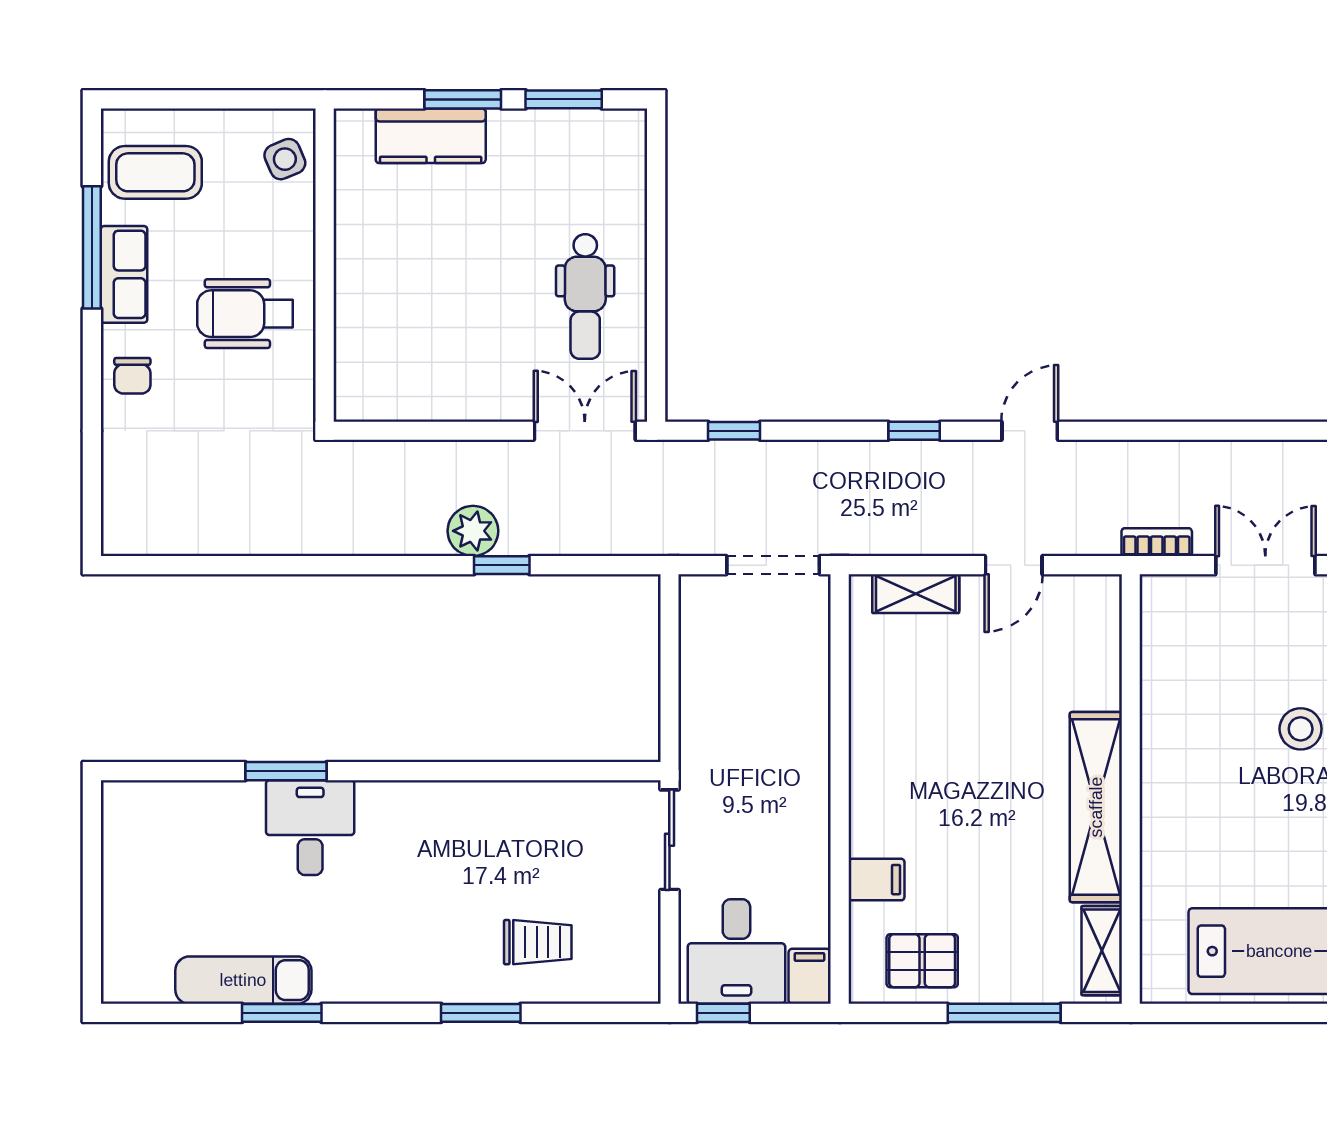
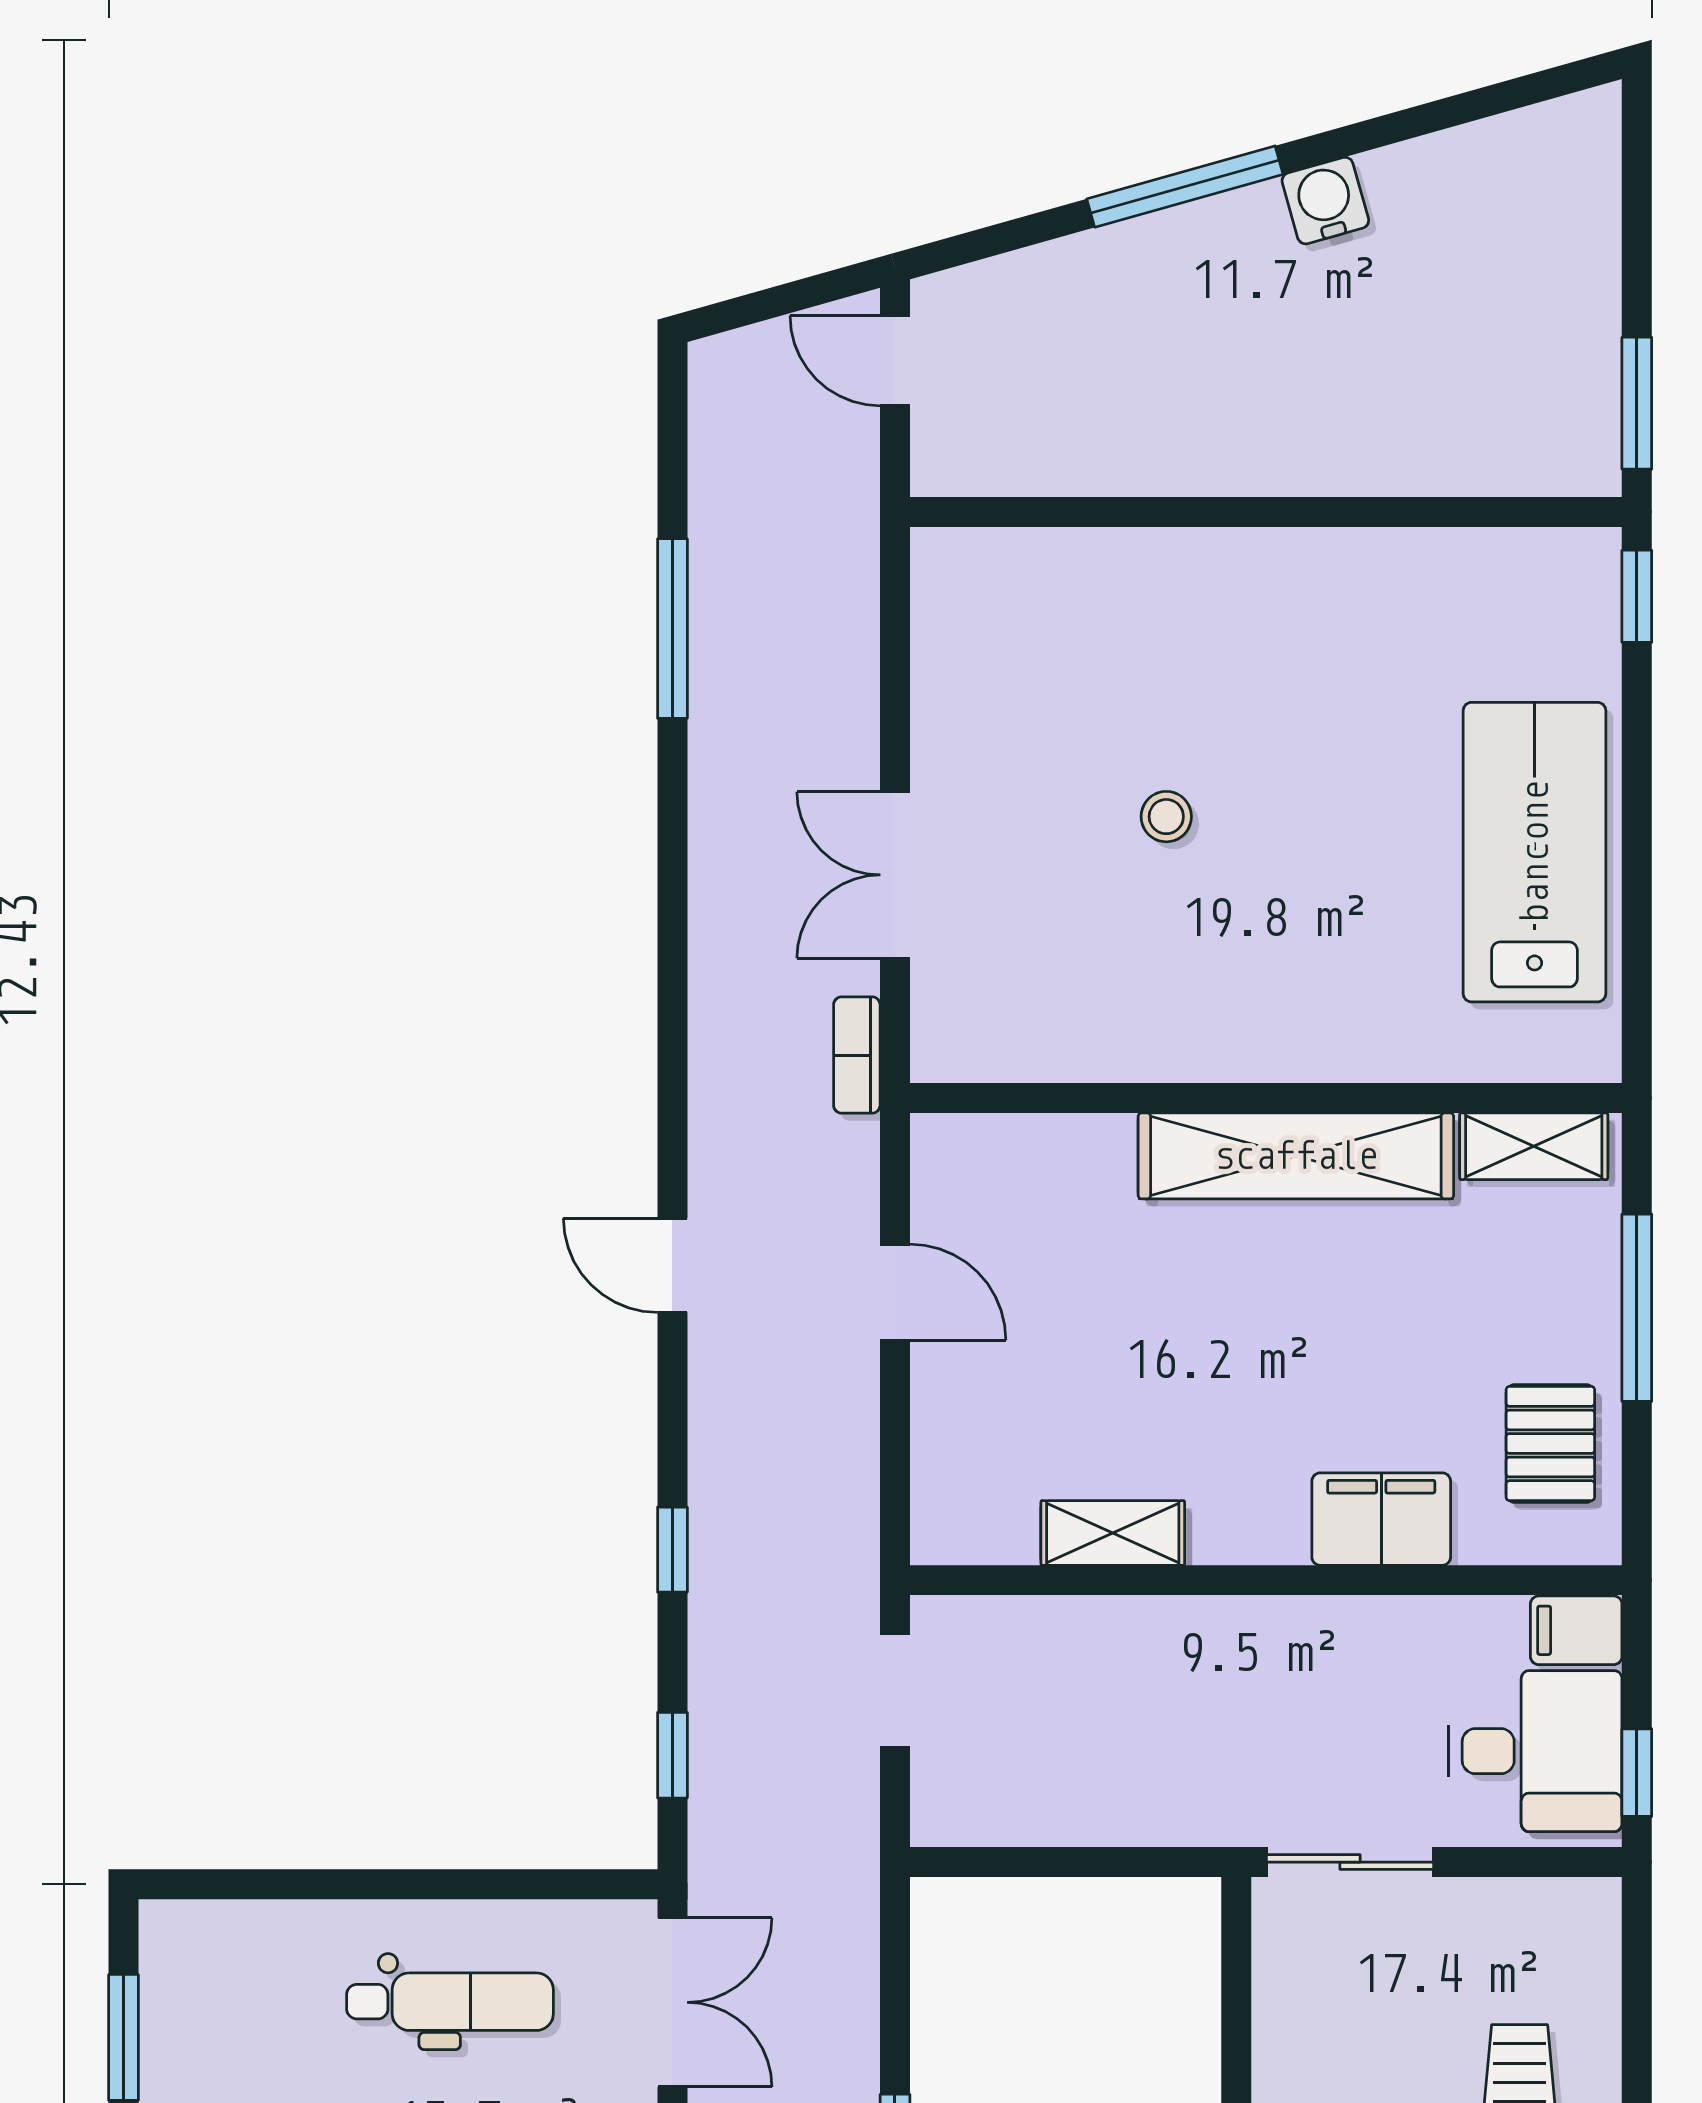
double door: (585, 431) -> (672, 2002), swing flipped
window: (914, 431) -> (672, 1550), moved
doorway: (773, 565) -> (895, 1690), width x0.73
shelving: (916, 594) -> (1113, 1533), moved, turned 90
stool: (1301, 729) -> (1166, 817), width x0.73, depth x0.73
filing cabinet: (877, 880) -> (1381, 1519), width x2.00

